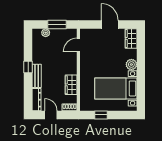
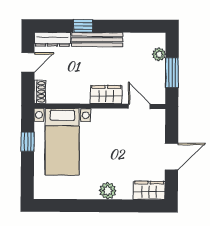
window: (28, 67) -> (83, 26), moved
bench: (37, 76) -> (97, 40), width x1.36
wardrobe: (71, 85) -> (106, 95), moved
bed with nightstands: (116, 88) -> (62, 142), moved, turned 180

